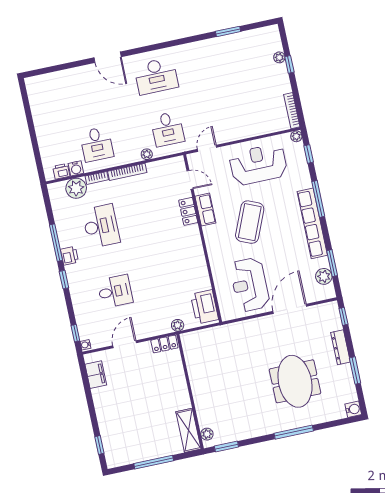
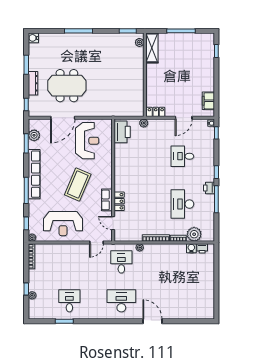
desk: (97, 144) -> (69, 301), moved
meeting table: (295, 381) -> (67, 86), moved, turned 90

